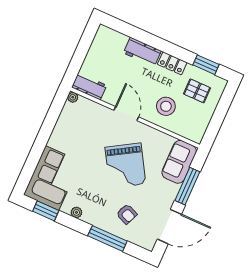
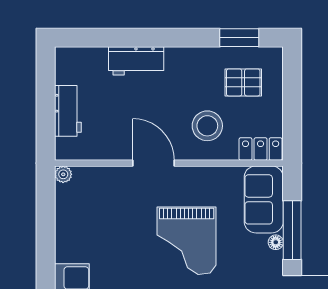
locker: (172, 63) -> (261, 149), moved, turned 180
workbench: (89, 86) -> (68, 111), moved, turned 90
grand piano: (125, 166) -> (187, 241), turned 31
floor lamp: (175, 189) -> (276, 242), added

